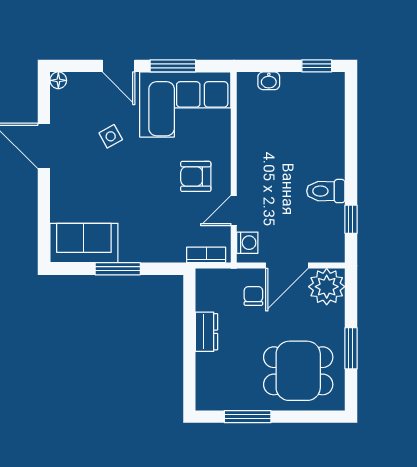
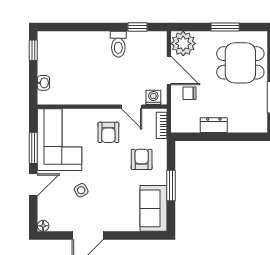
armchair: (156, 225) -> (142, 159), added
dining table: (298, 371) -> (240, 63), turned 90

